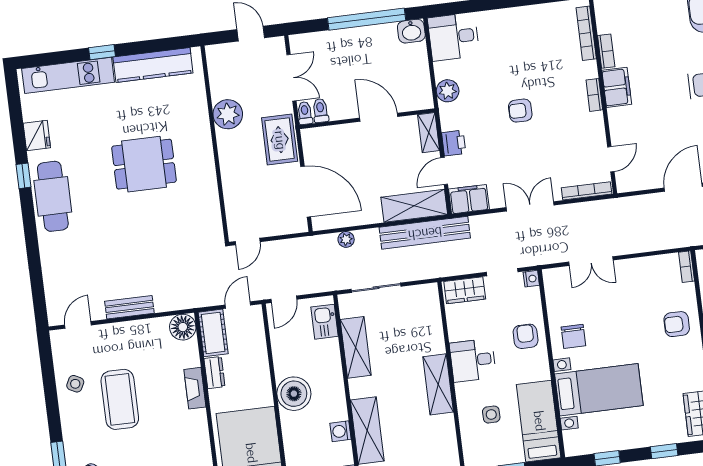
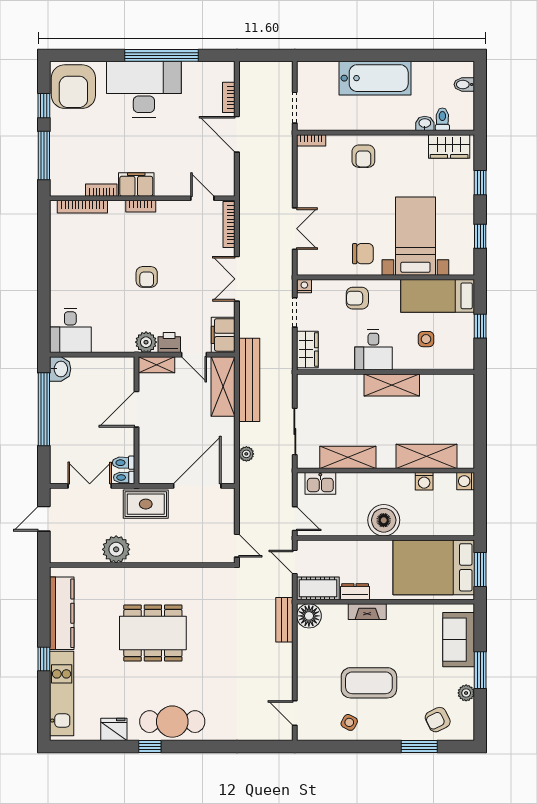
plant: (448, 91) -> (146, 342), moved
dining table: (144, 164) -> (153, 633), width x1.38
bench: (129, 307) -> (284, 620), moved

